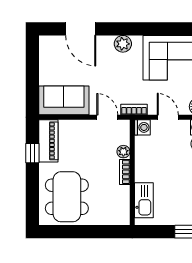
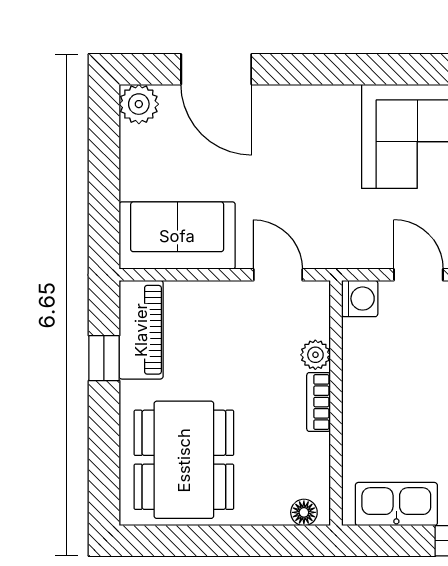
plant: (123, 44) -> (139, 104), moved
bookcase: (134, 110) -> (340, 257), removed
kitchen sink: (144, 200) -> (396, 504), moved, turned -90
floor lamp: (118, 219) -> (304, 512), added

